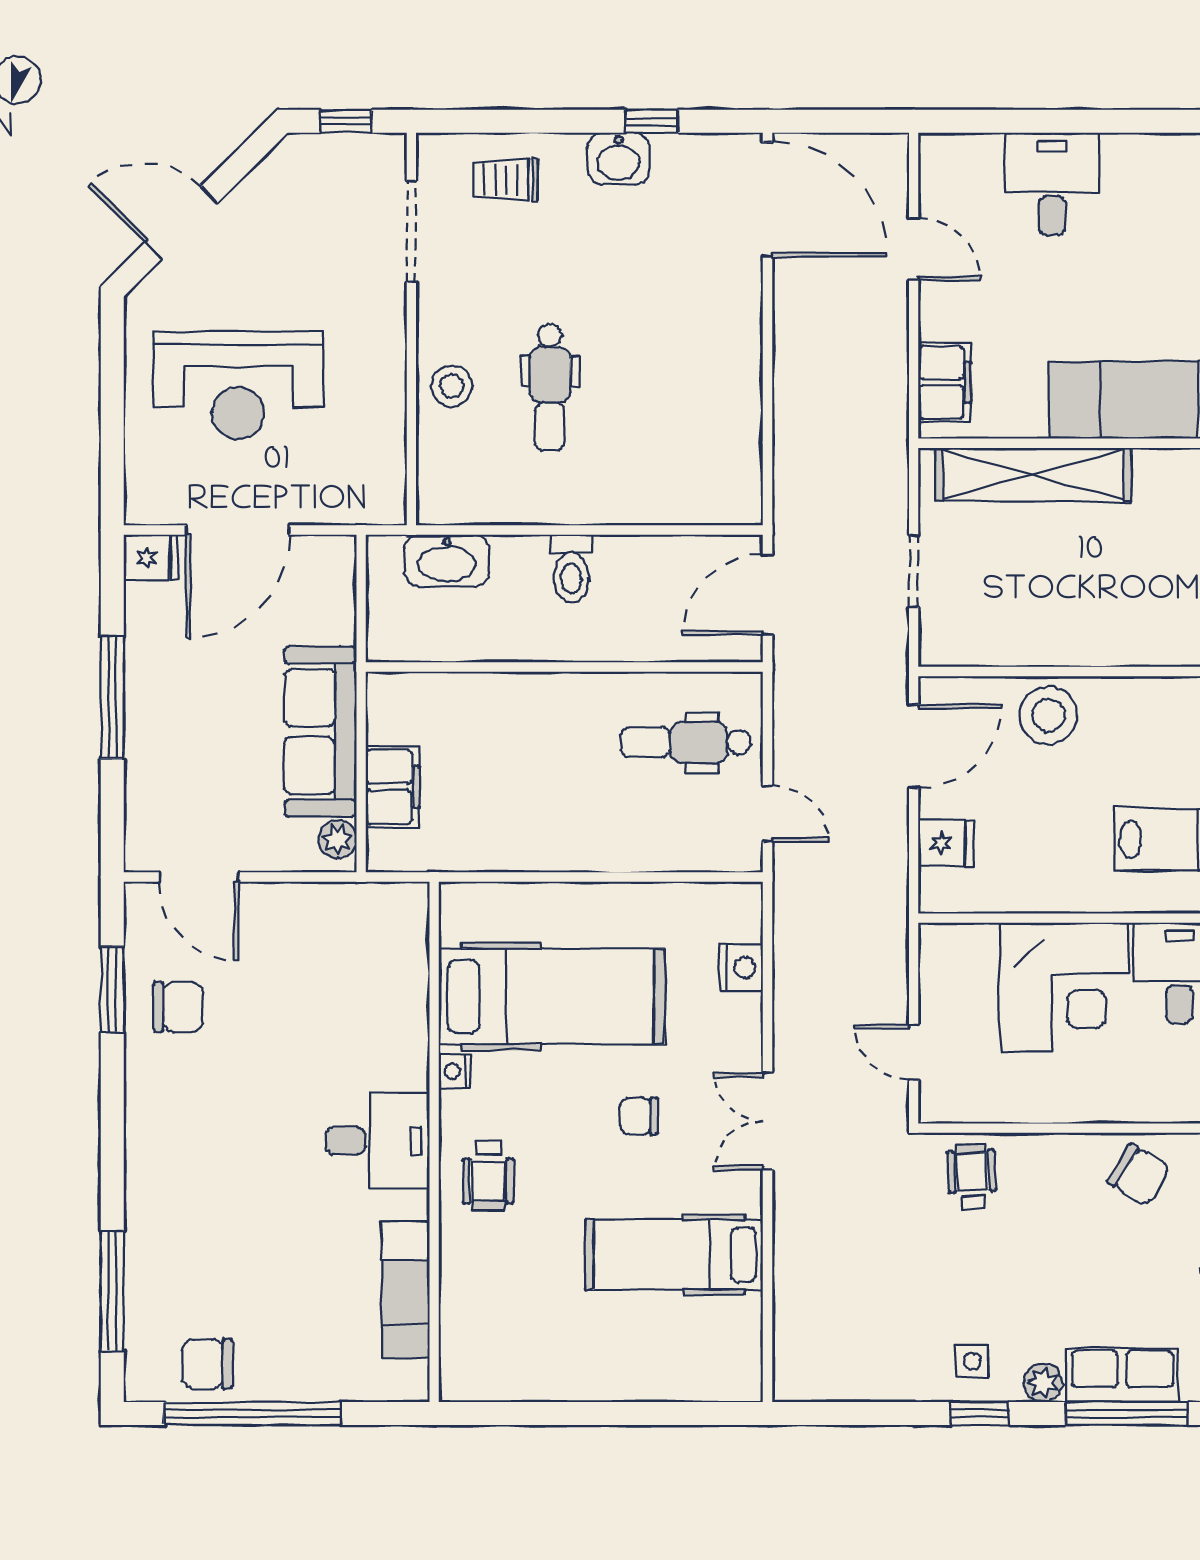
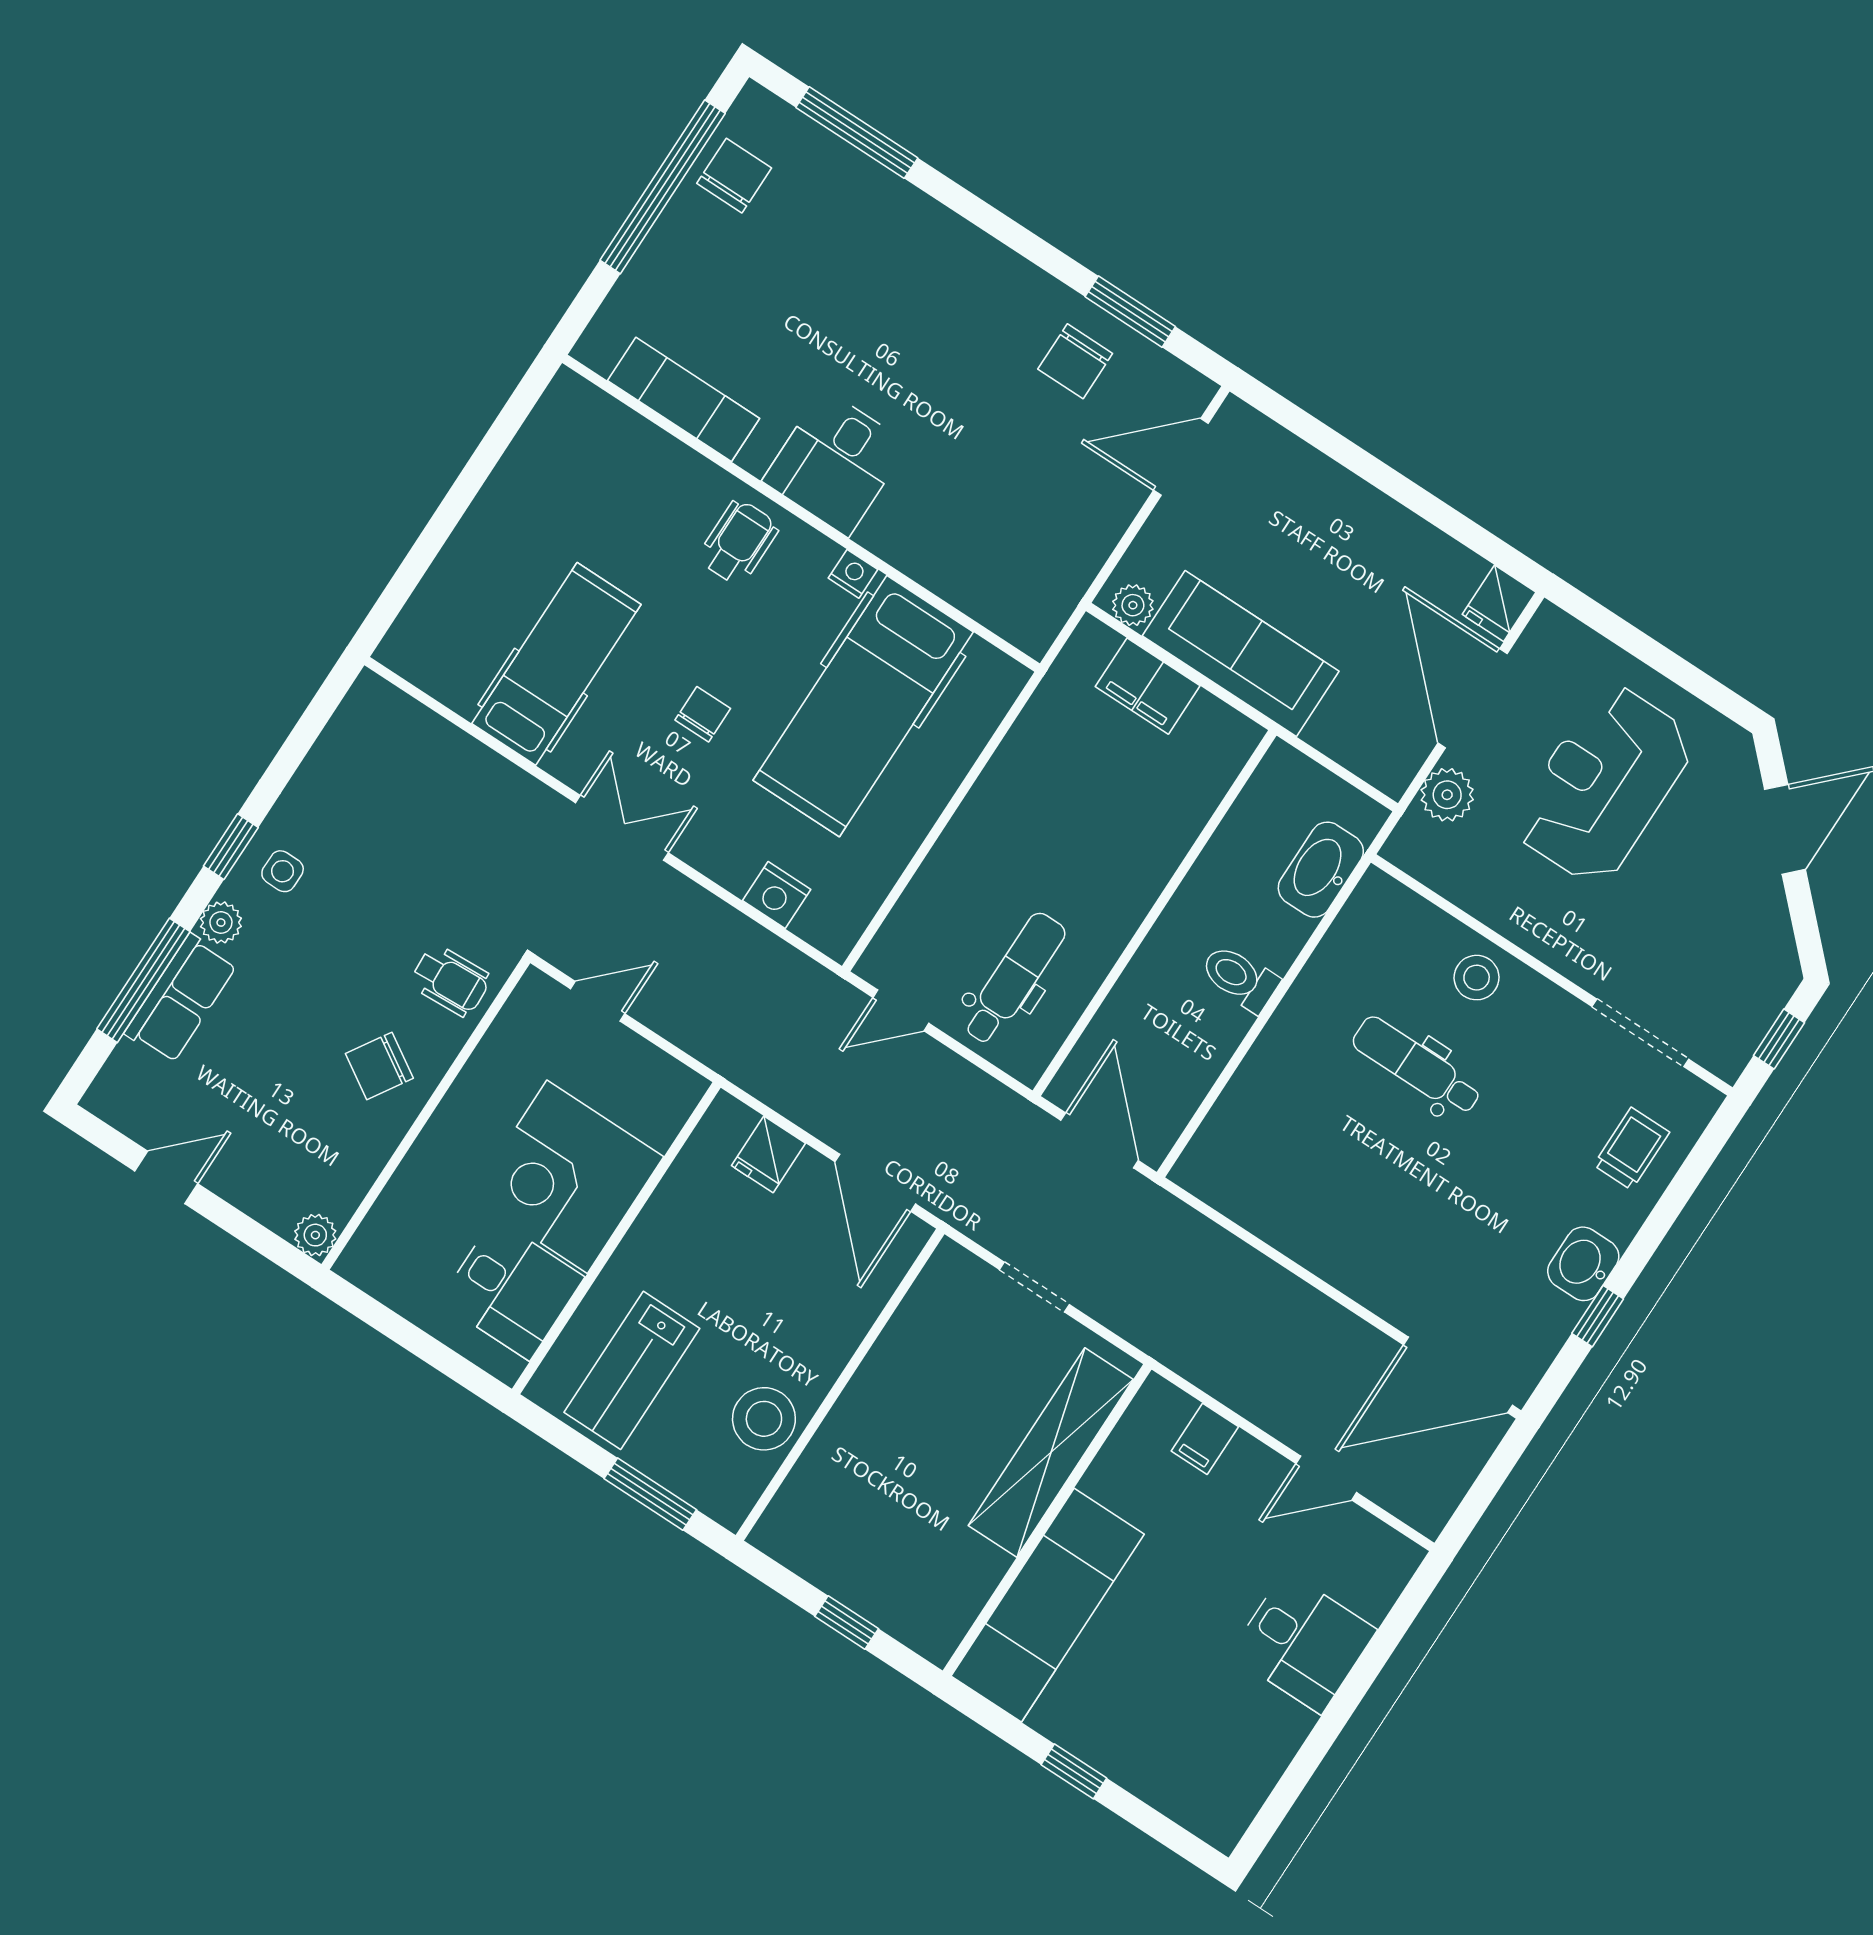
filing cabinet: (945, 382) -> (1205, 1439), width x0.50
plant: (325, 501) -> (1447, 795), added
window: (112, 697) -> (1395, 485), removed
stool: (1048, 715) -> (764, 1419), moved
wheelchair: (488, 1175) -> (738, 542), turned 90
chair: (1139, 1175) -> (379, 1066), moved

